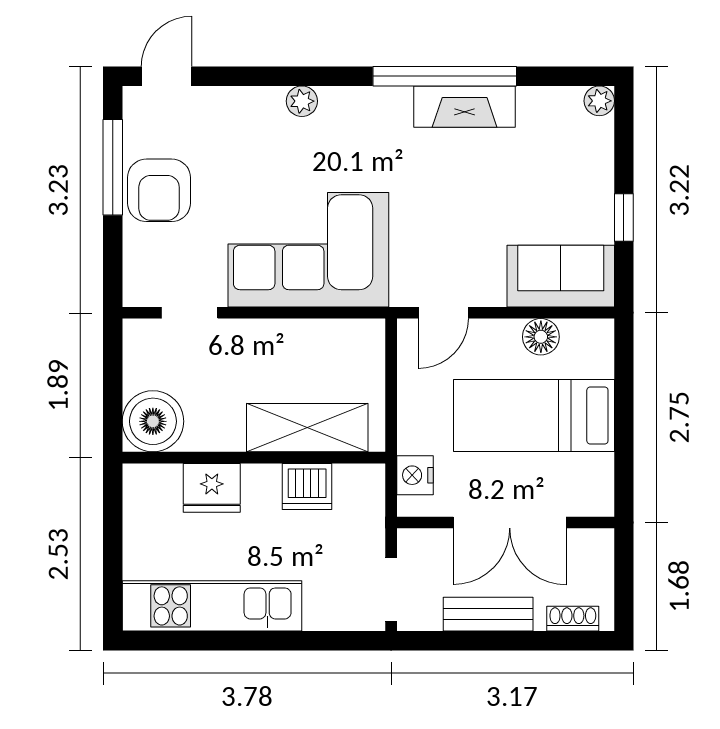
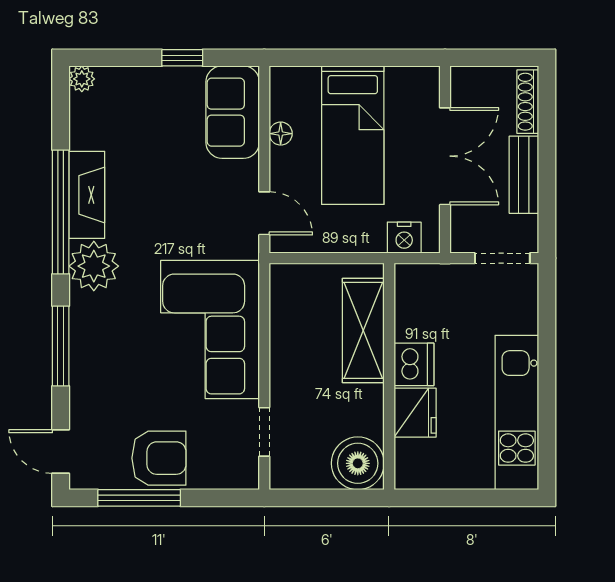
window: (289, 76) -> (61, 346), added
plant: (302, 101) -> (94, 266), moved, width x1.87, depth x1.87
floor lamp: (541, 337) -> (281, 134), width x0.73, depth x0.73
dishwasher: (307, 486) -> (414, 364), moved
shoe rack: (573, 619) -> (528, 102), width x1.43

